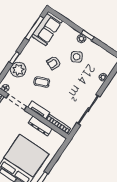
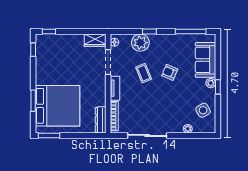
sofa: (47, 29) -> (206, 60), moved, turned 90
side table: (77, 57) -> (203, 110), moved
dresser: (40, 126) -> (101, 120), moved

